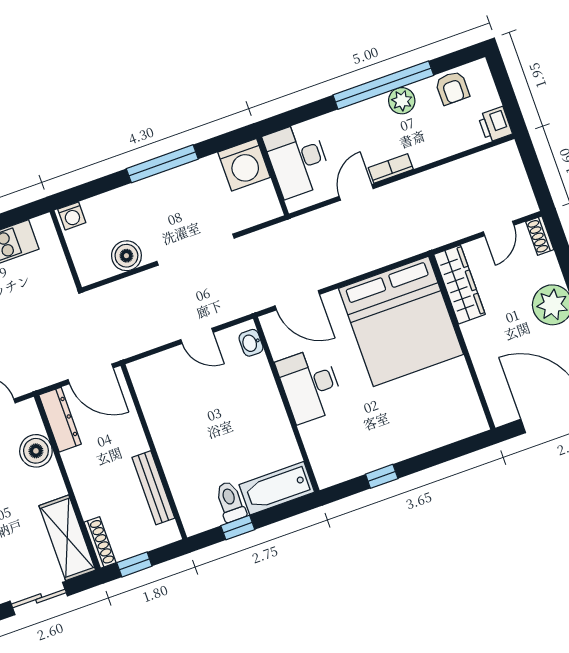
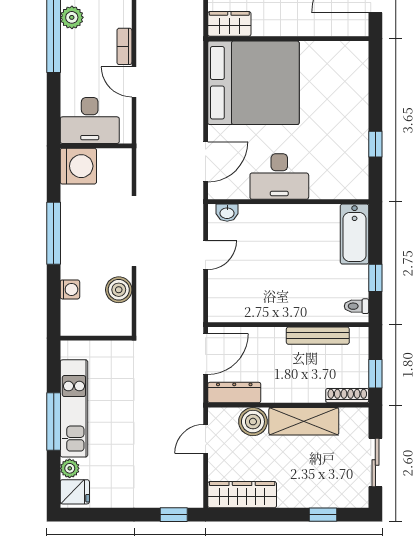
washing machine: (72, 216) -> (70, 289), moved
wardrobe: (459, 284) -> (229, 24), width x0.67
toilet: (230, 502) -> (357, 306), moved, width x0.73, depth x0.72
shelving: (67, 538) -> (304, 421), moved

